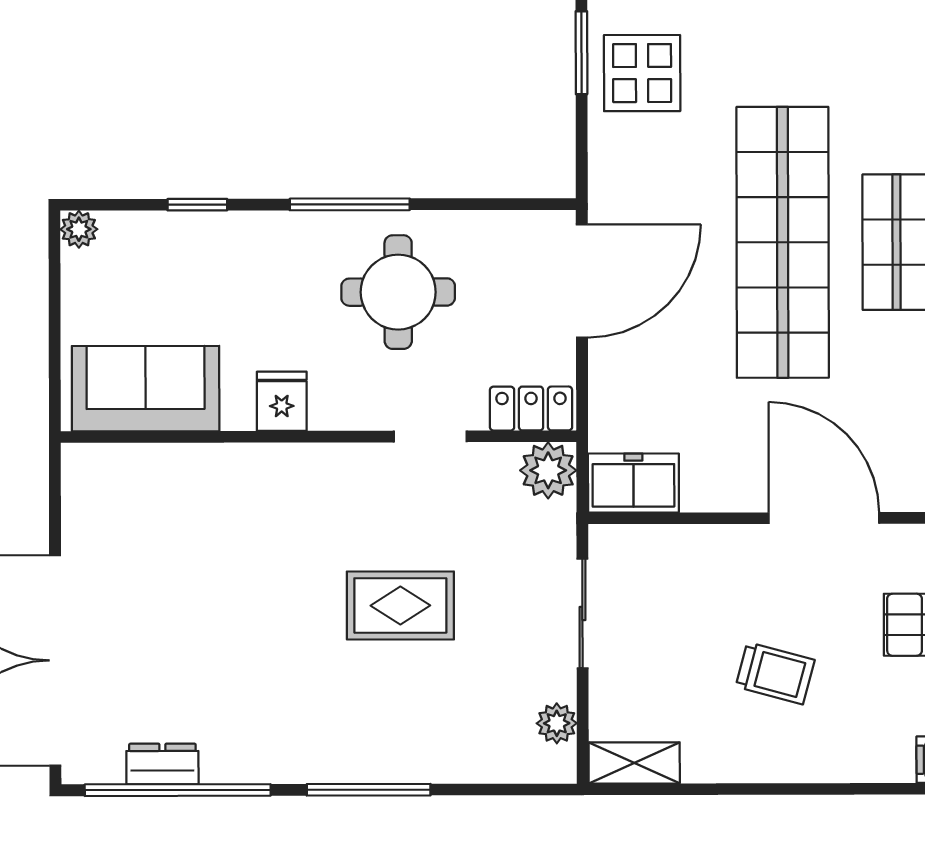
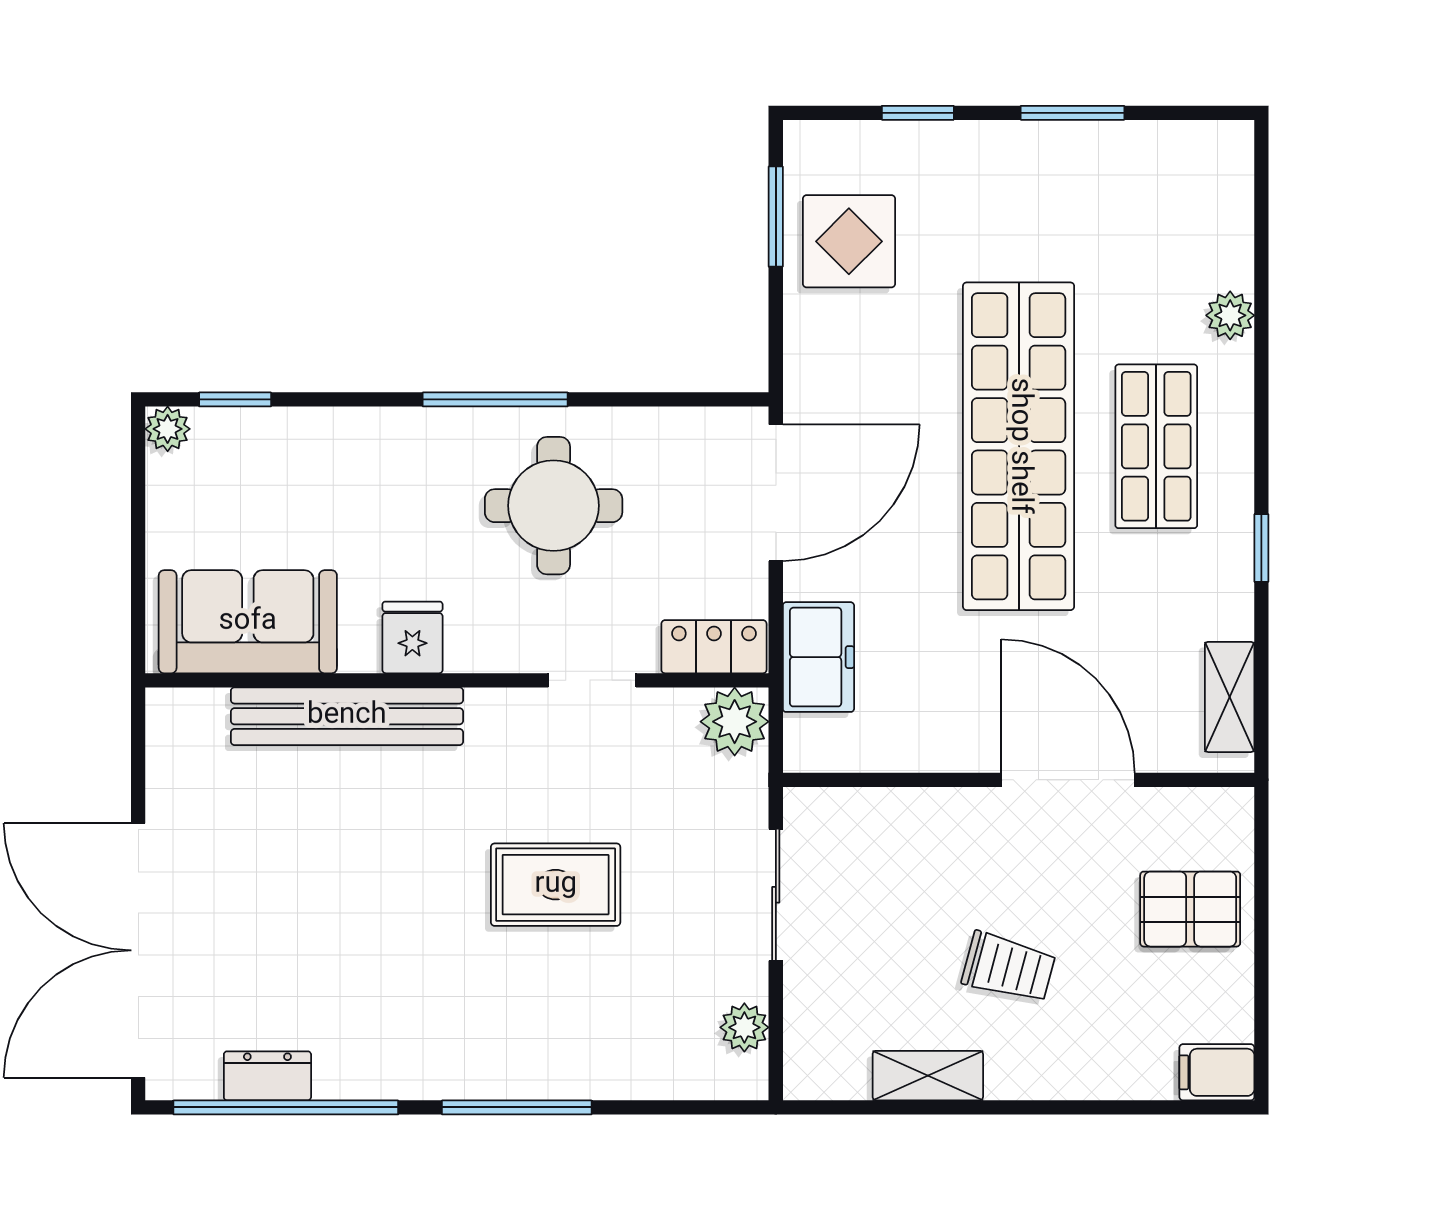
window: (197, 205) -> (235, 399), moved
bench: (228, 466) -> (347, 716), added
freezer: (633, 483) -> (818, 657), moved, turned 90
shelving: (634, 763) -> (928, 1076), moved

